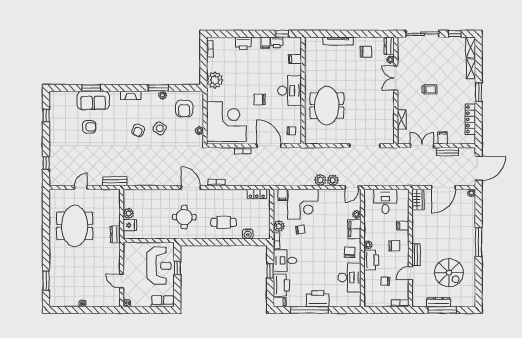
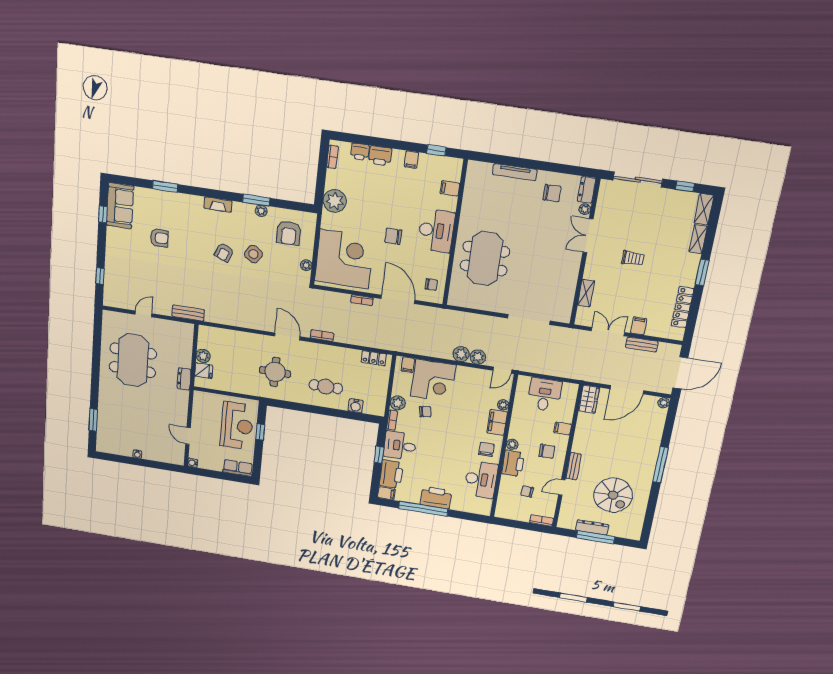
printer: (277, 42) -> (360, 152), moved
sofa: (93, 100) -> (120, 206), moved, turned -90

